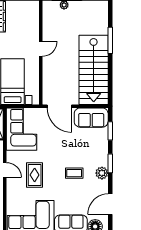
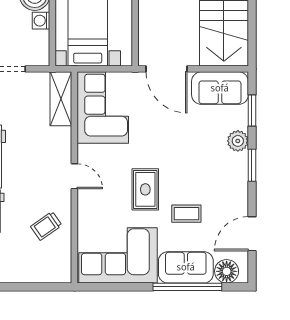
coffee table: (74, 173) -> (186, 214), moved
plant: (102, 173) -> (238, 141), moved
rug: (35, 175) -> (145, 189), moved

